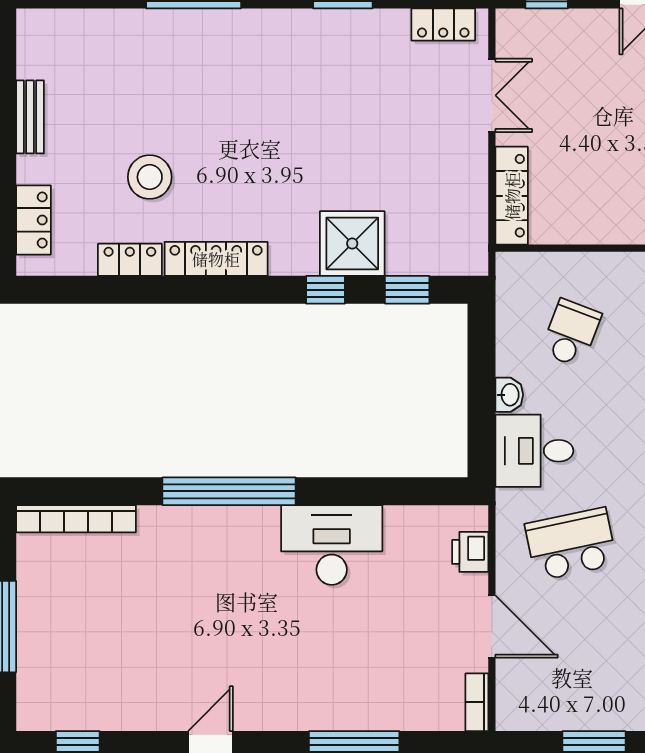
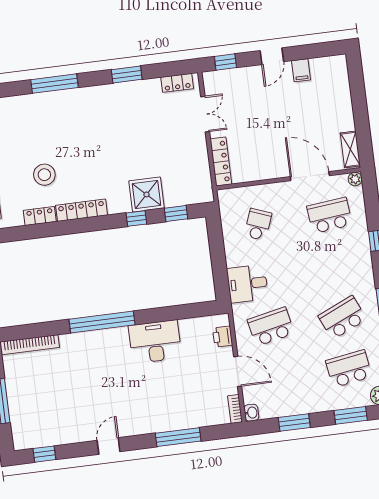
washbasin: (509, 395) -> (251, 413), moved

